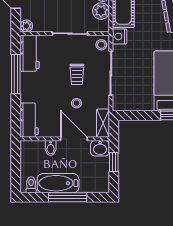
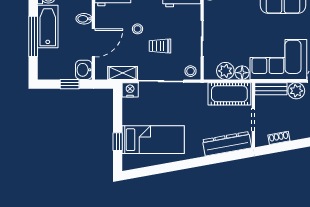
nightstand: (119, 36) -> (130, 90), moved
stool: (77, 103) -> (138, 29), moved
shelving: (103, 123) -> (123, 73), moved

